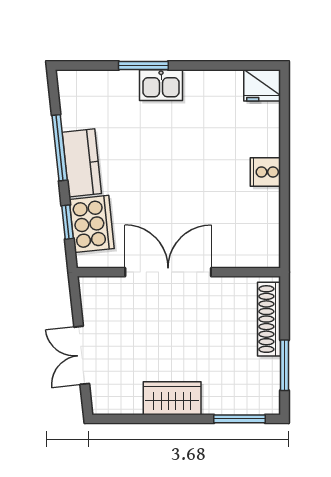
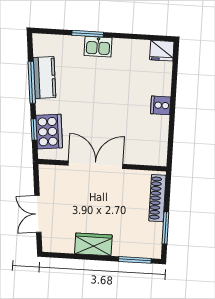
kitchen counter: (82, 163) -> (44, 77), moved

